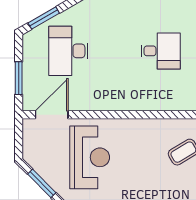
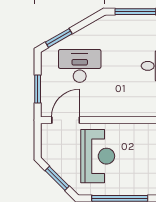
desk: (68, 51) -> (80, 66), turned 90

